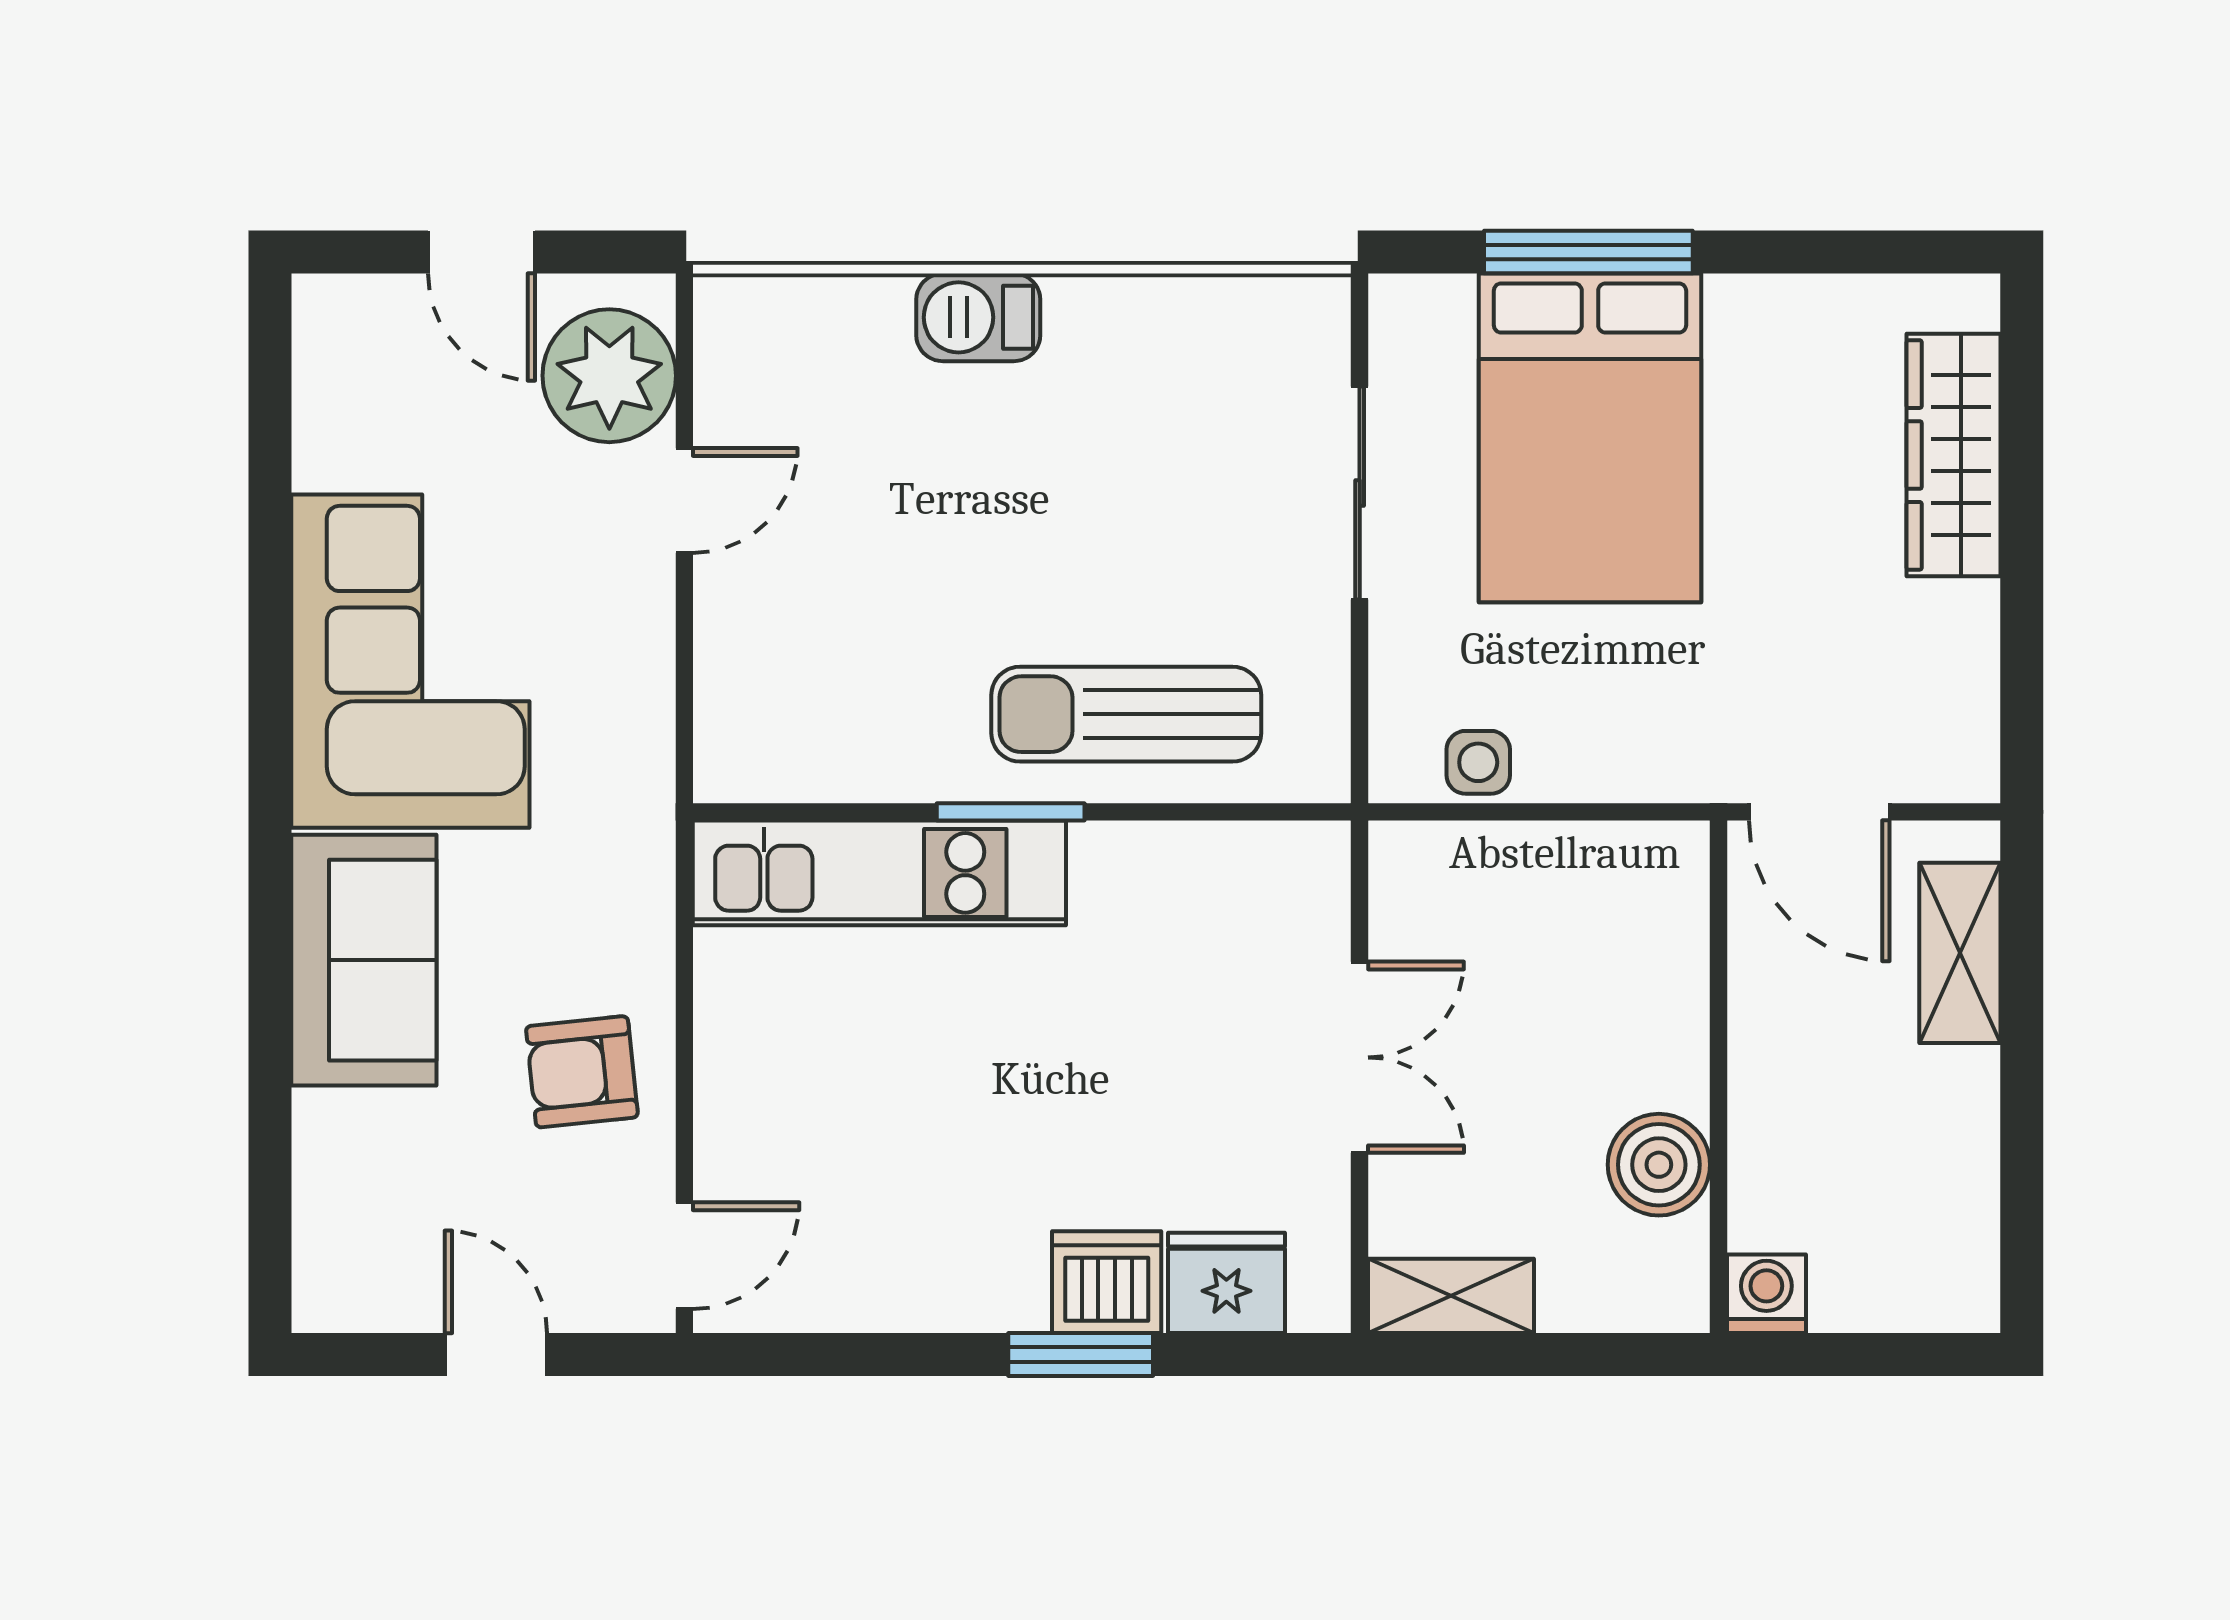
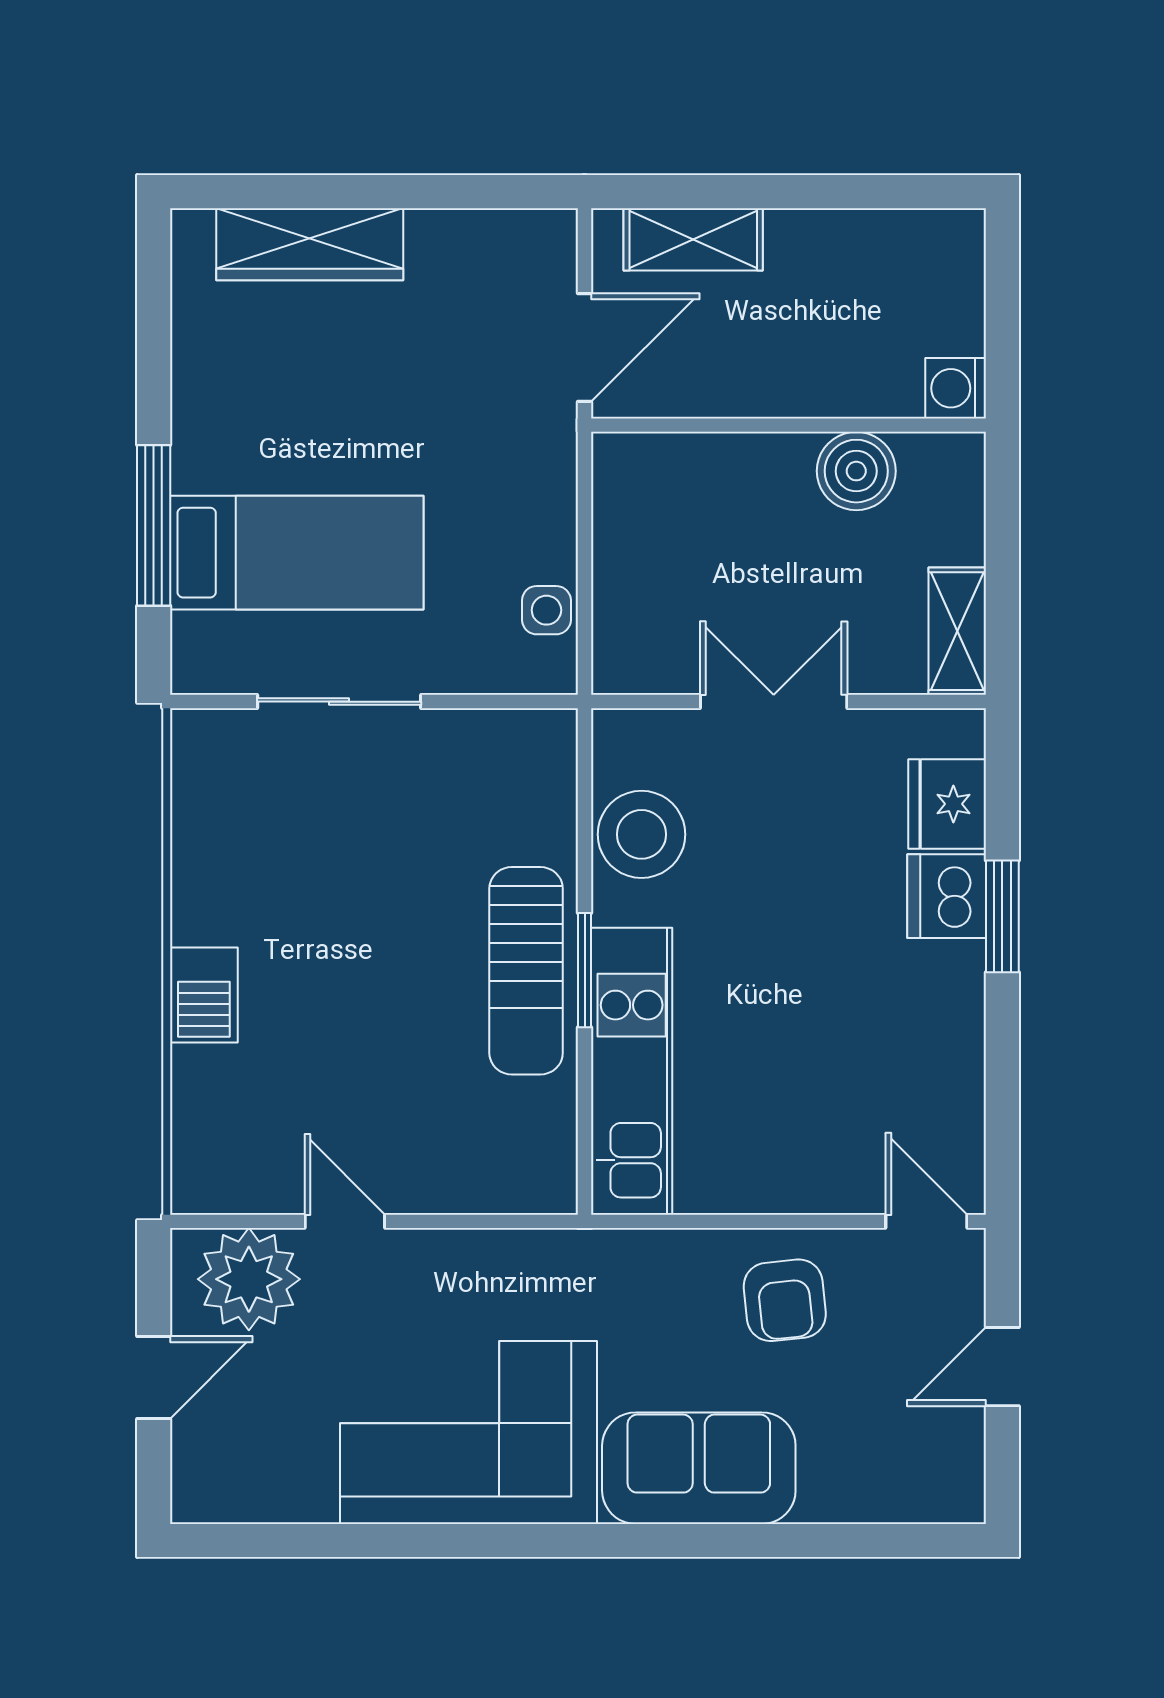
bed: (1590, 438) -> (297, 553), width x0.67
sun lounger: (1126, 714) -> (526, 971), moved
stool: (1187, 886) -> (641, 834), added

